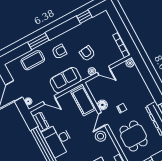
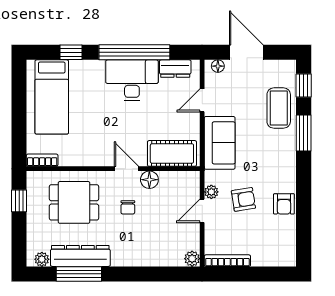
window: (84, 17) -> (304, 86), moved
armchair: (59, 52) -> (284, 204), moved
stool: (101, 136) -> (102, 150), removed

